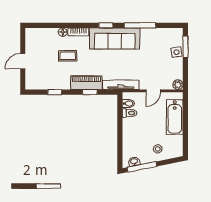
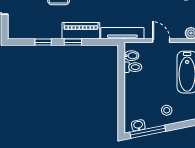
door: (153, 91) -> (161, 41), swing flipped
window: (90, 92) -> (73, 42), moved

